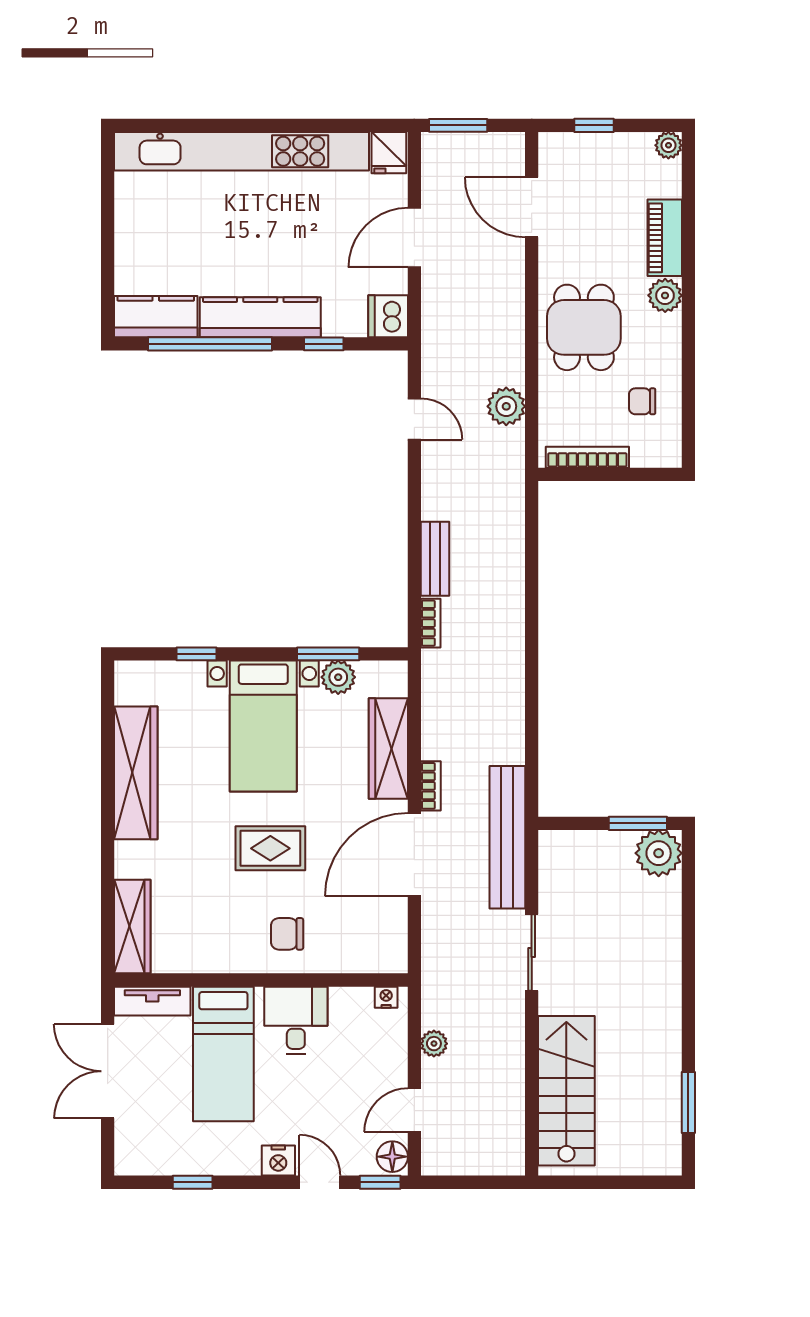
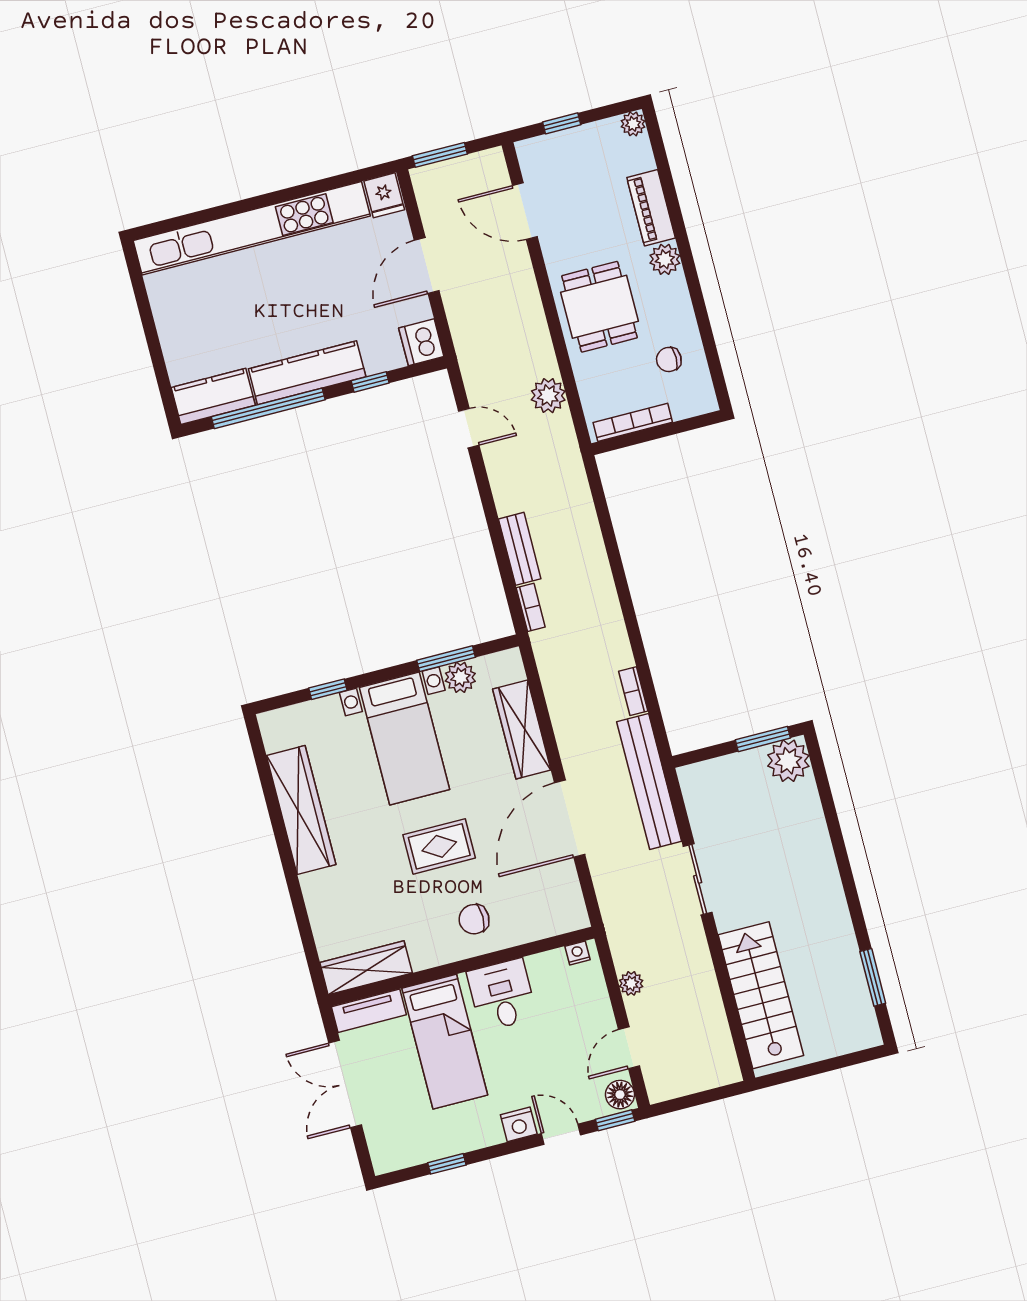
bookcase: (431, 786) -> (633, 691), moved, turned 180
wardrobe: (132, 927) -> (366, 968), moved, turned -90

